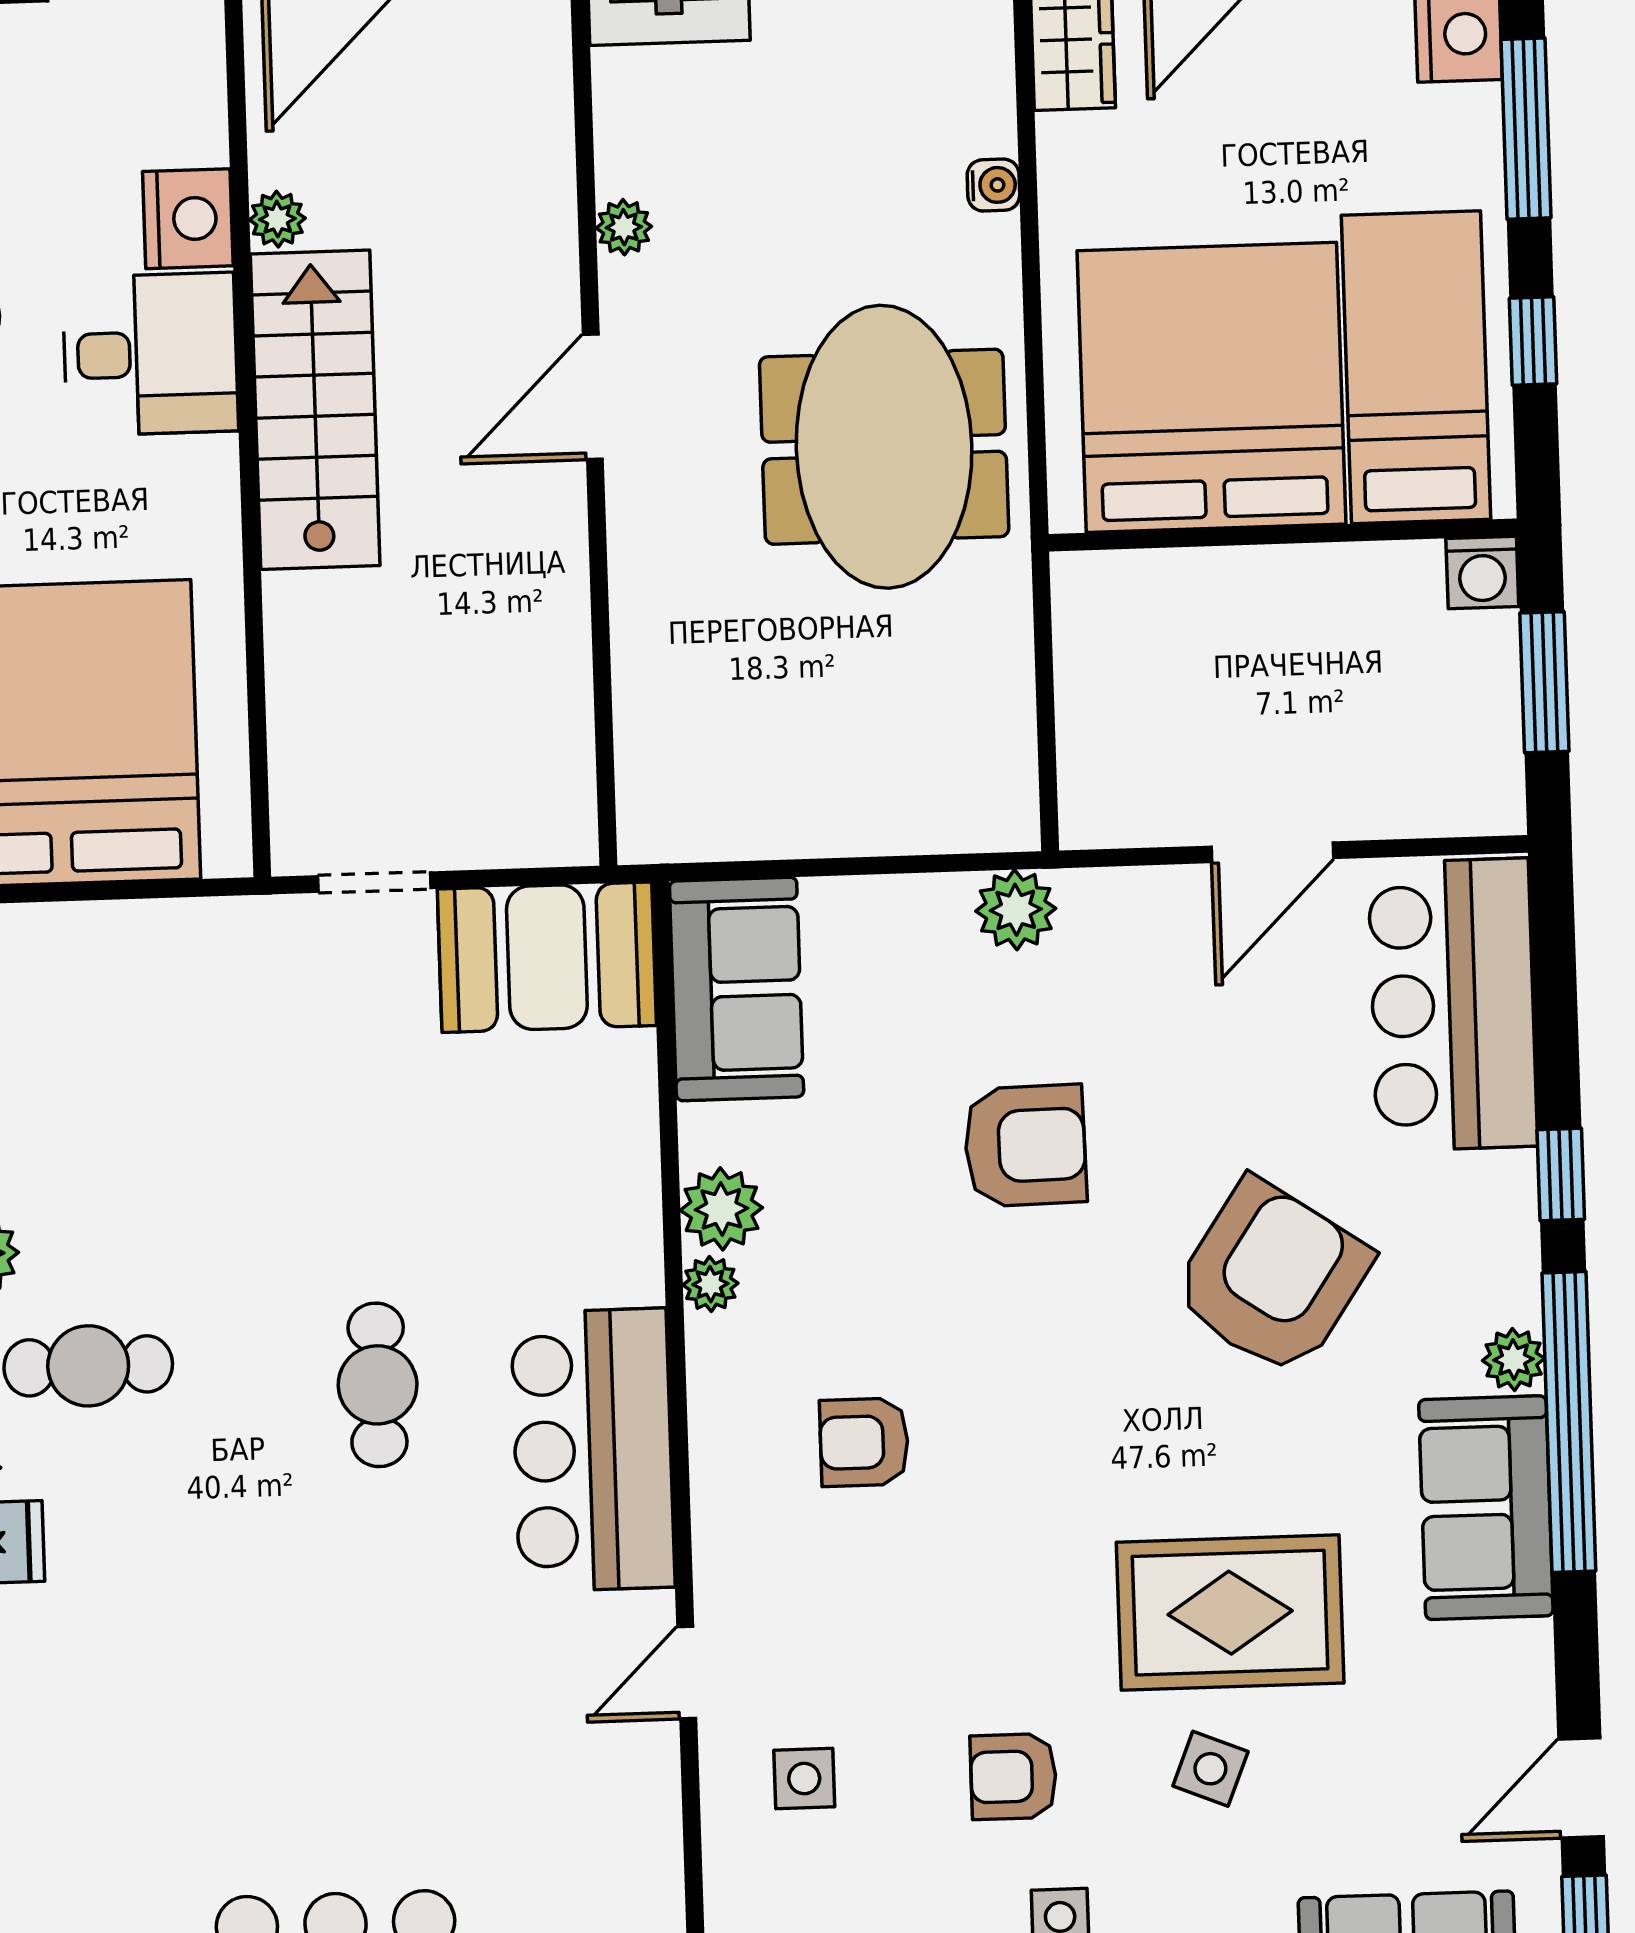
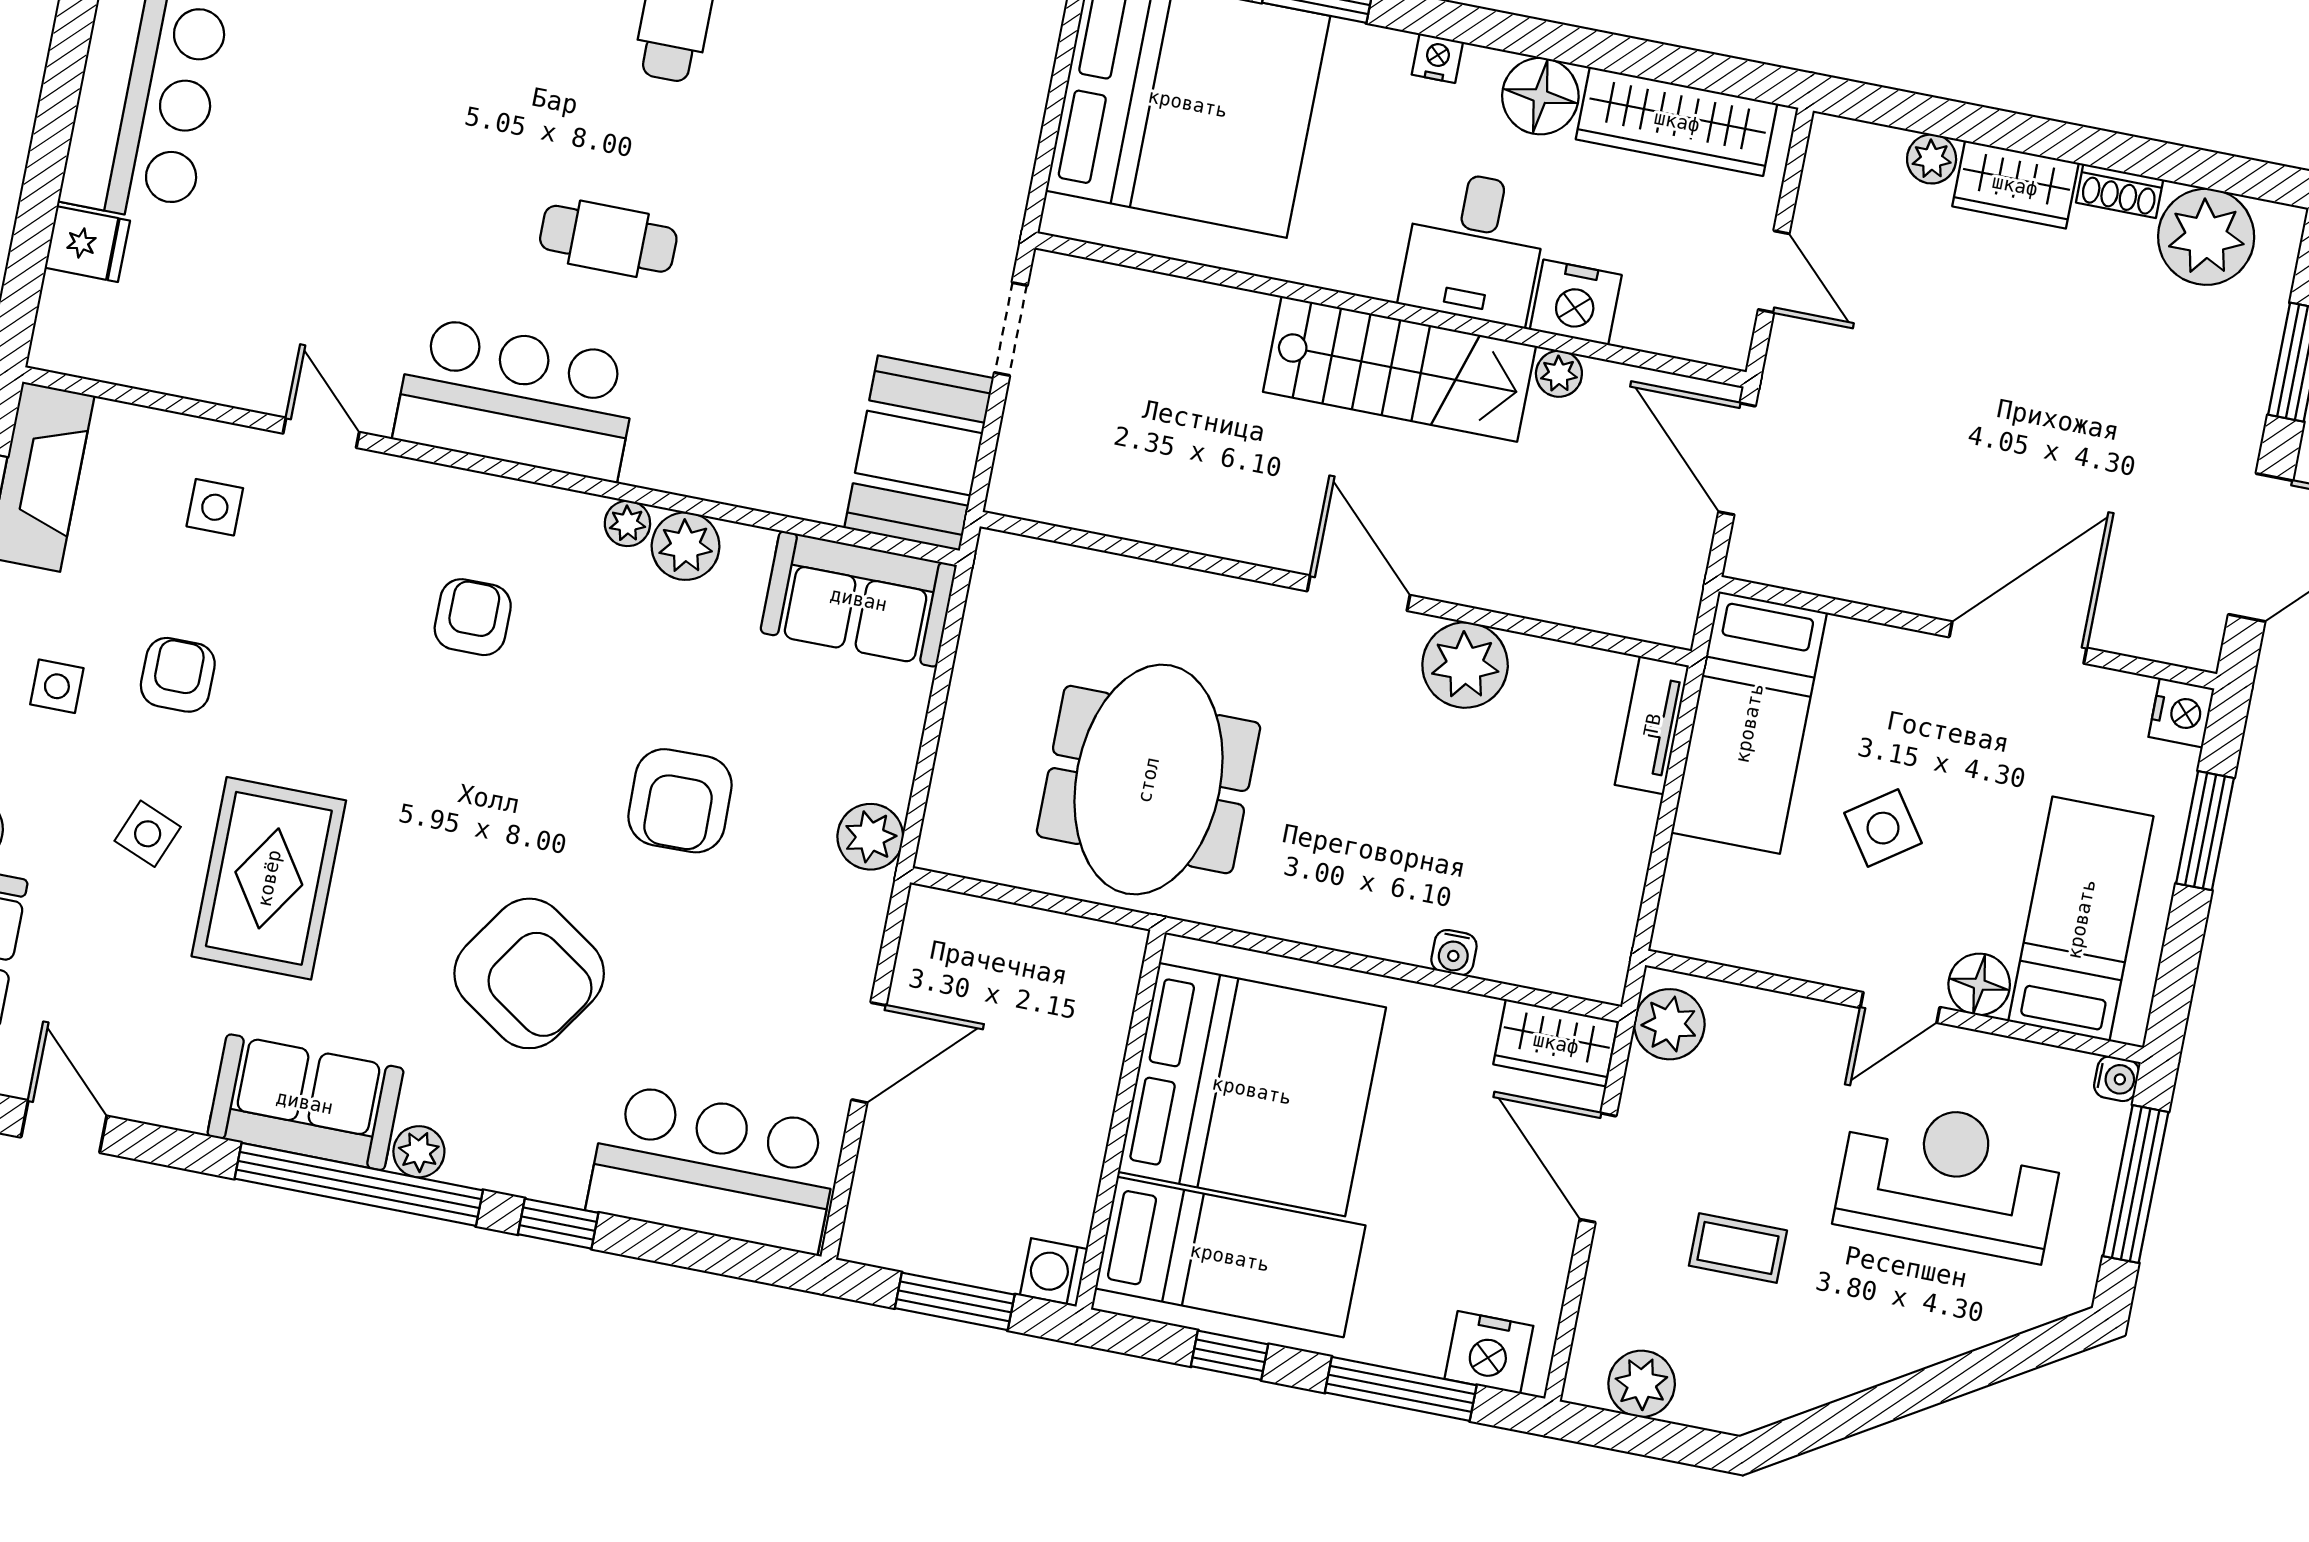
plant: (624, 227) -> (1465, 665), width x1.87, depth x1.87
meeting table: (884, 447) -> (1148, 780), moved, turned 90
door: (1272, 852) -> (869, 1053), swing flipped

